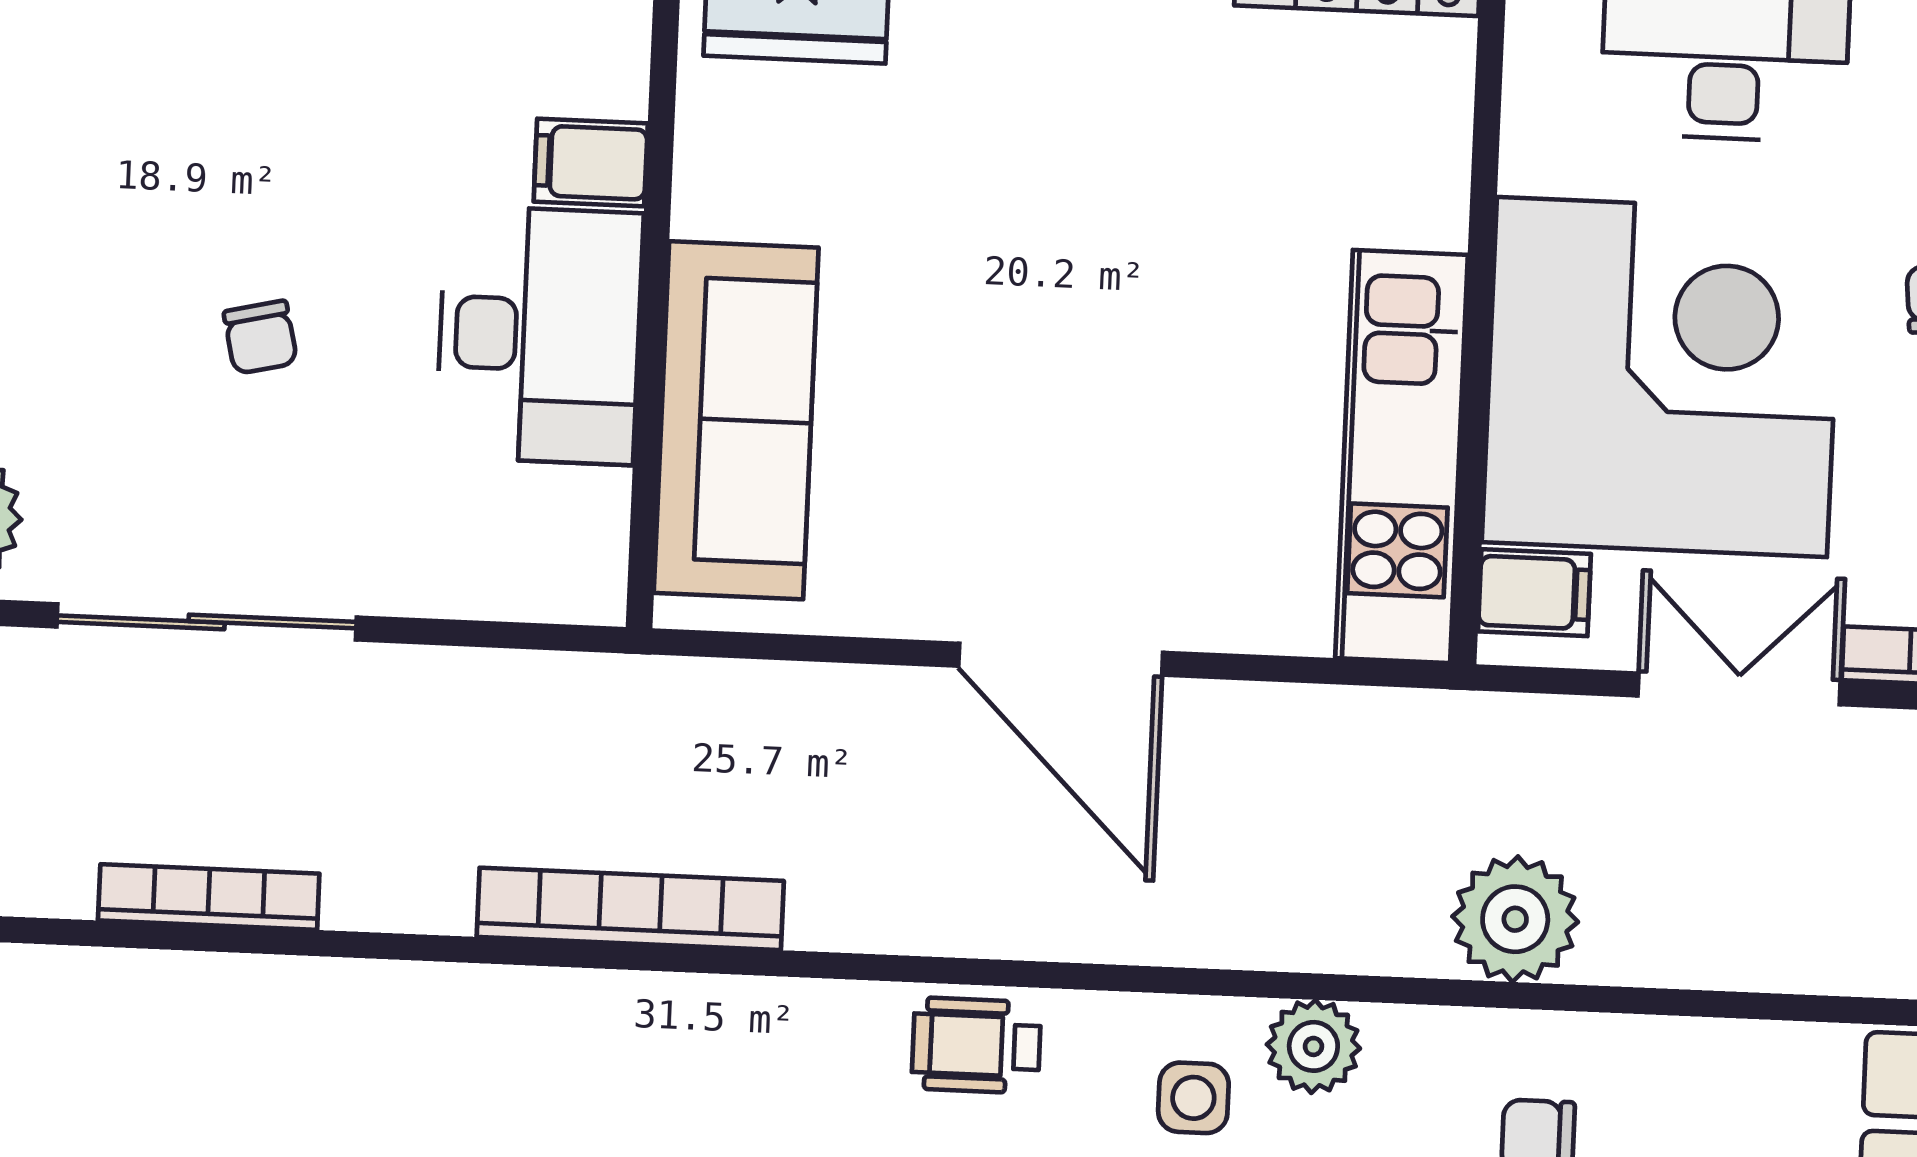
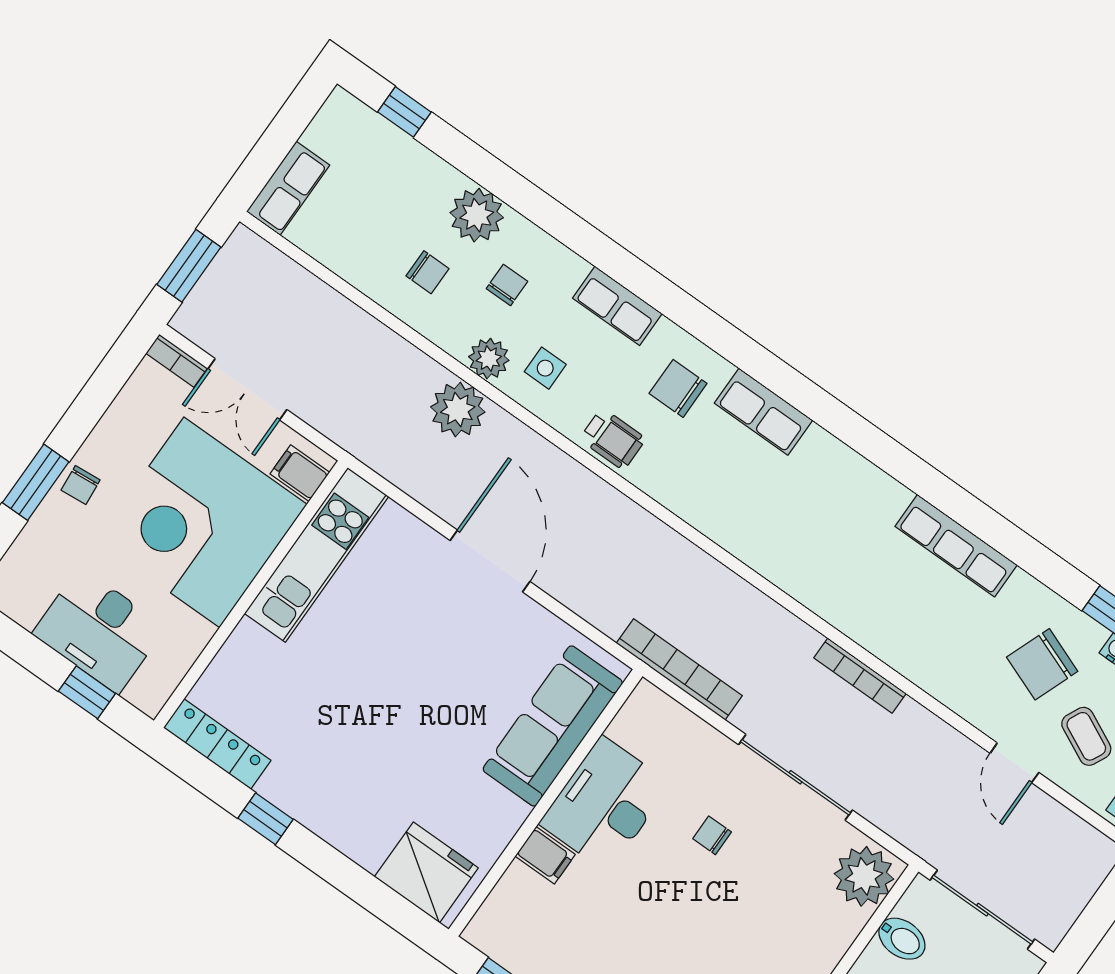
chair: (260, 337) -> (712, 835), moved, turned -77
bookcase: (630, 909) -> (679, 669), moved, turned 180
plant: (1515, 919) -> (458, 410), moved

